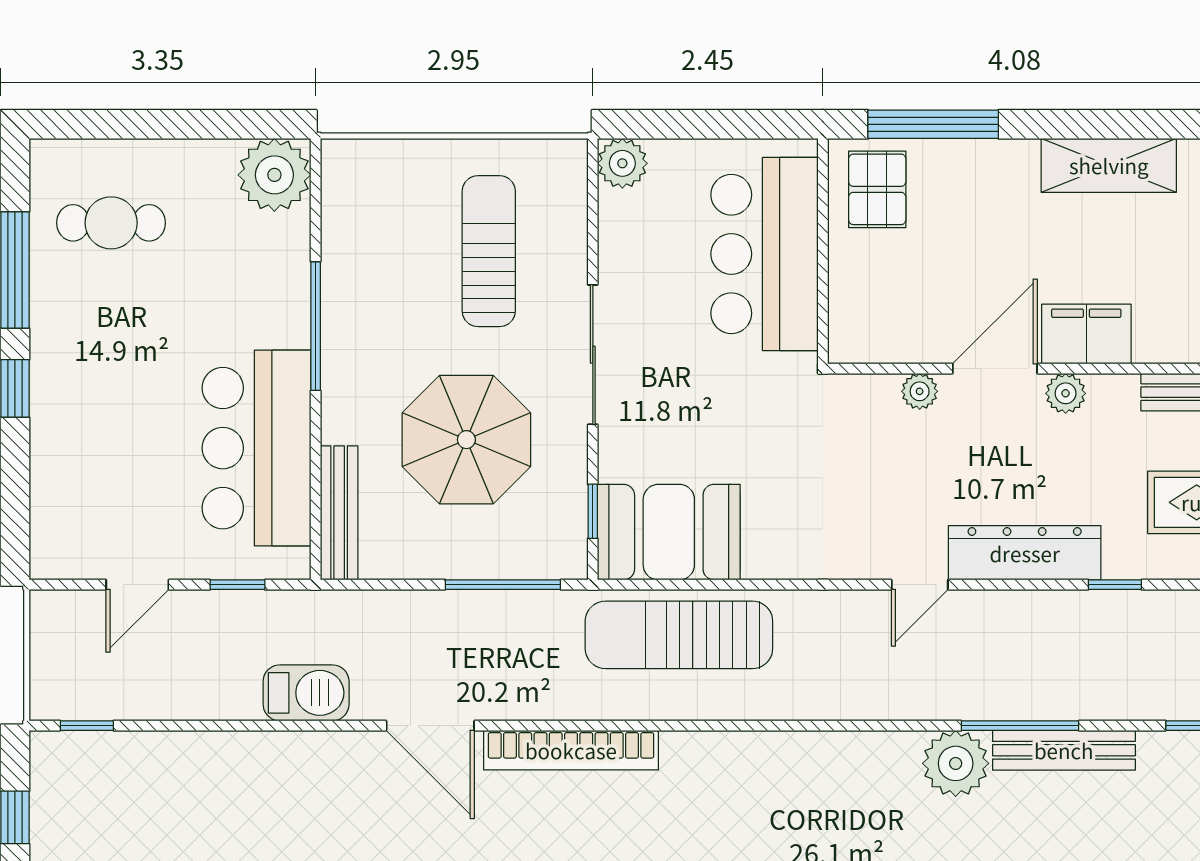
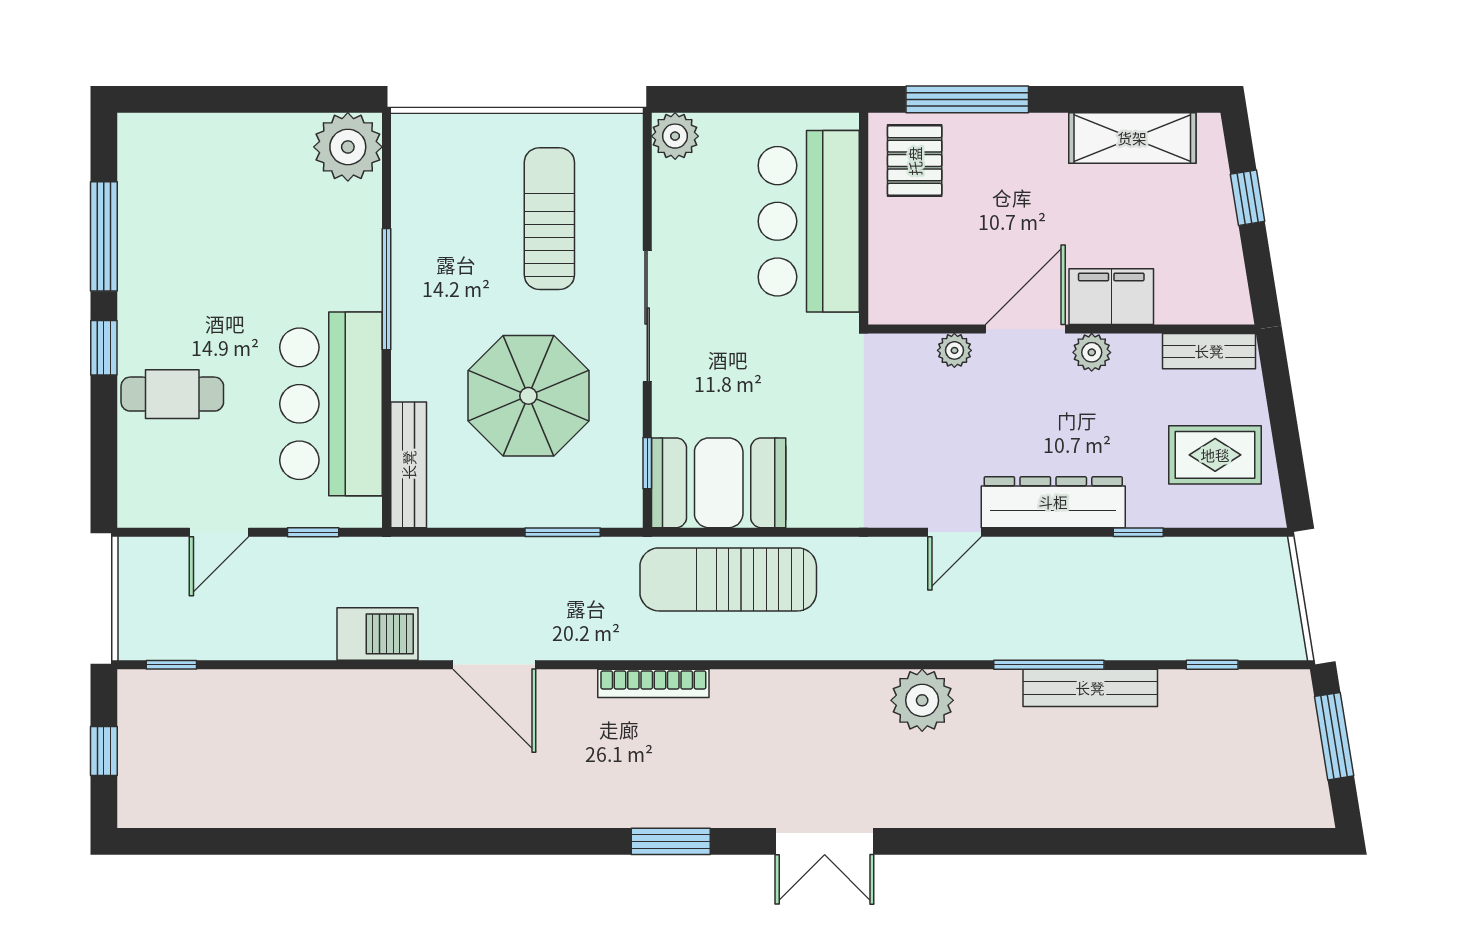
cafe table: (111, 223) -> (172, 394), moved
window: (503, 585) -> (563, 532), width x0.69
bookcase: (571, 750) -> (653, 683), width x0.68, depth x0.76
plant: (956, 763) -> (922, 700), moved

